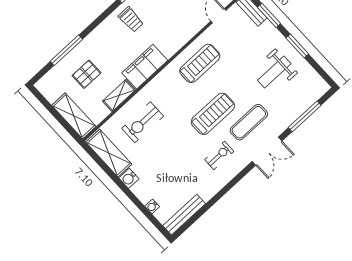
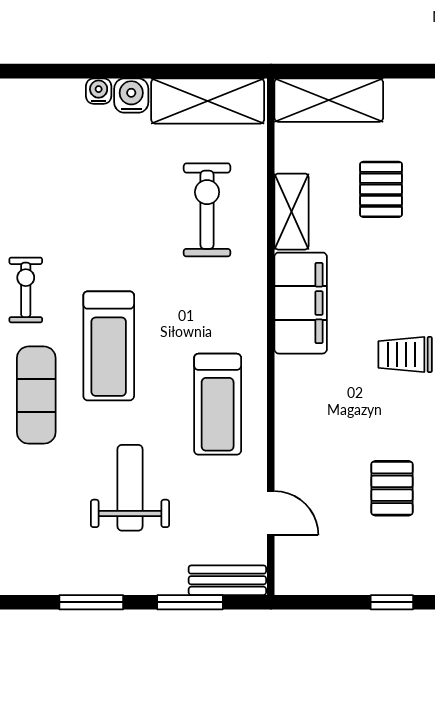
weight bench: (274, 72) -> (130, 488), moved
exercise bike: (219, 155) -> (26, 290), turned 180
water cooler: (152, 206) -> (99, 91), moved

